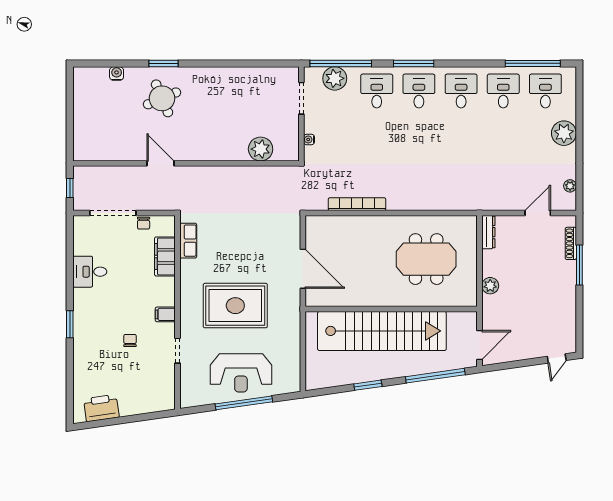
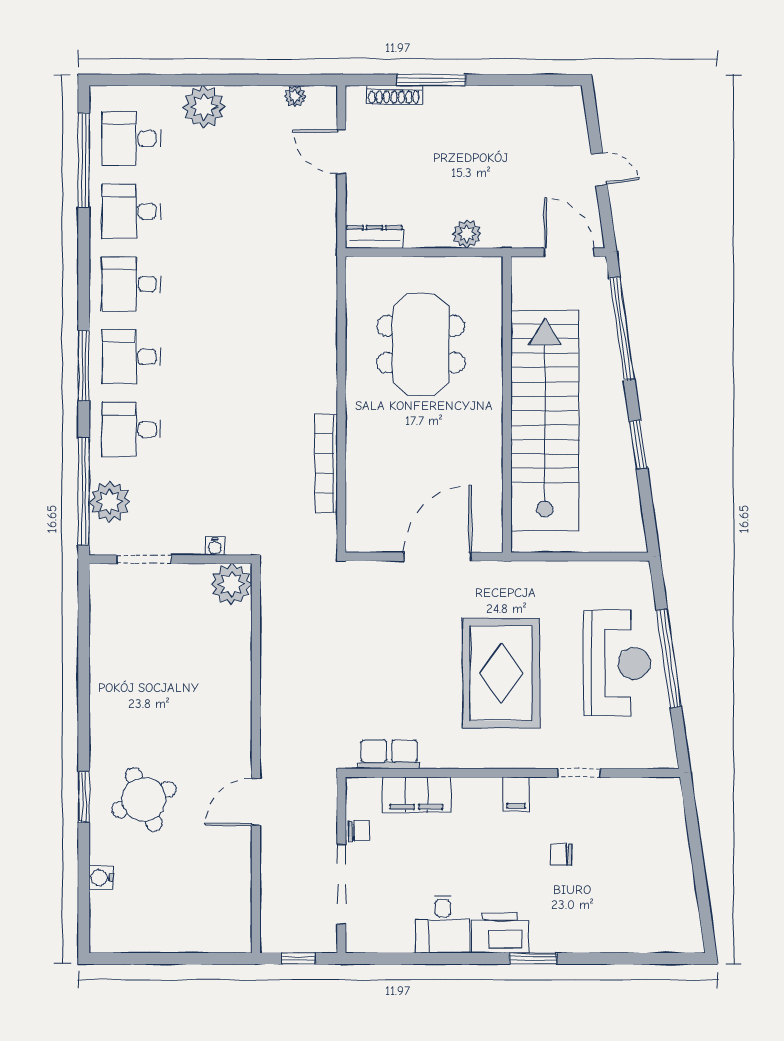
plant: (261, 149) -> (231, 584), moved
door: (557, 358) -> (599, 170), moved
printer: (101, 408) -> (500, 933), moved, turned 98

